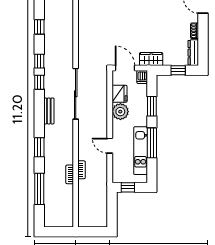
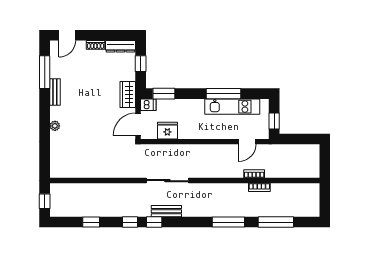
sliding door: (76, 94) -> (167, 181), width x0.73
window: (152, 106) -> (164, 94), moved
bench: (49, 111) -> (166, 211), moved
plant: (120, 112) -> (188, 130), removed
door: (110, 146) -> (247, 142), moved
window: (39, 147) -> (228, 222), width x1.44

